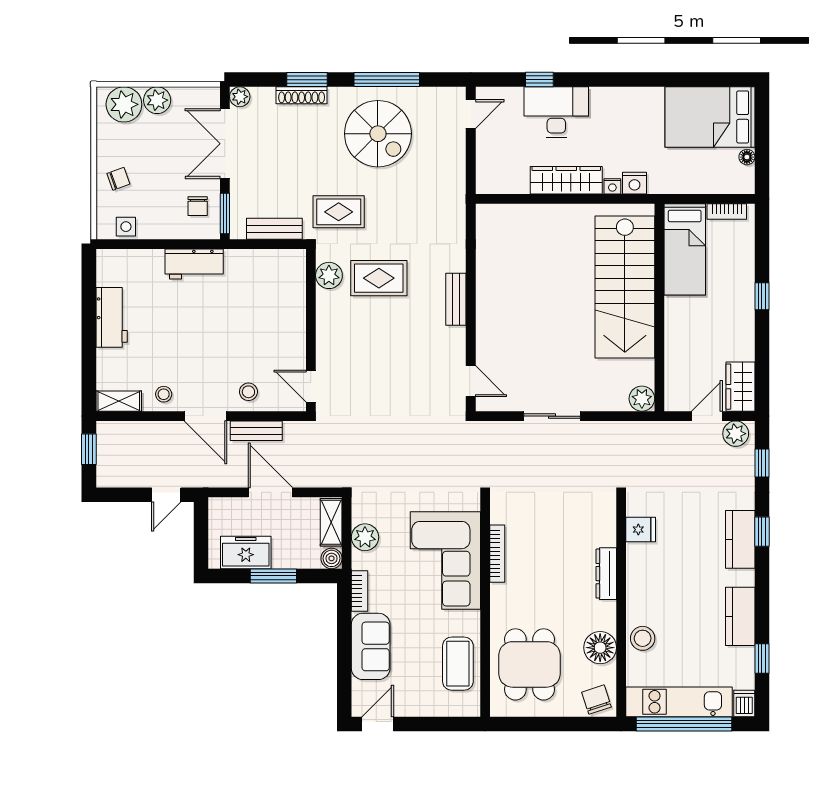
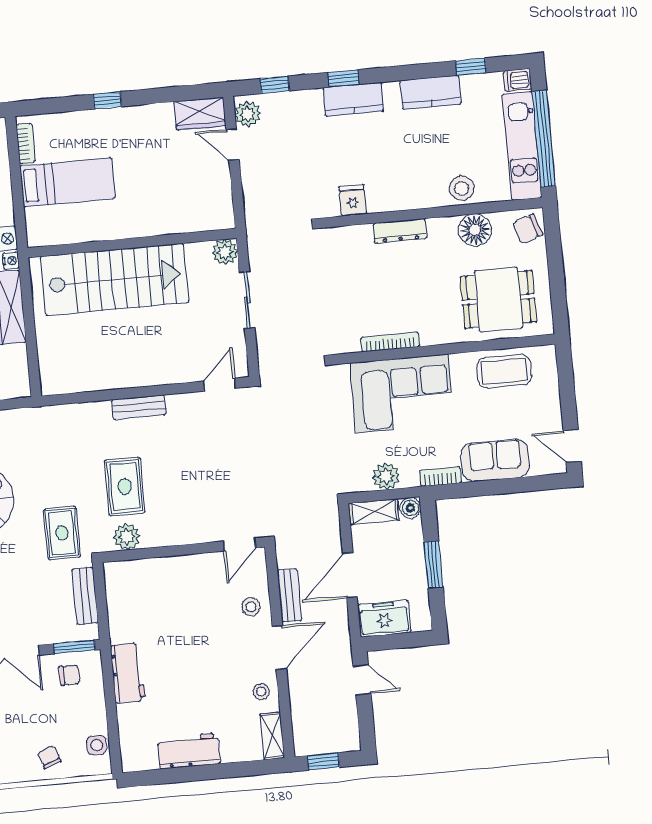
stairs: (625, 287) -> (115, 279), moved
wall: (659, 307) -> (132, 243), moved
plant: (642, 399) -> (225, 252), moved
freezer: (246, 552) -> (384, 618), moved, turned 90

